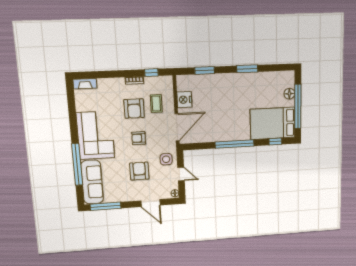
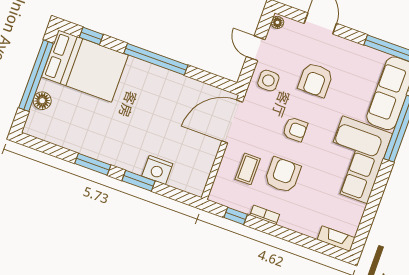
window: (205, 70) -> (139, 181), moved
nightstand: (184, 100) -> (157, 170), moved, turned 90

